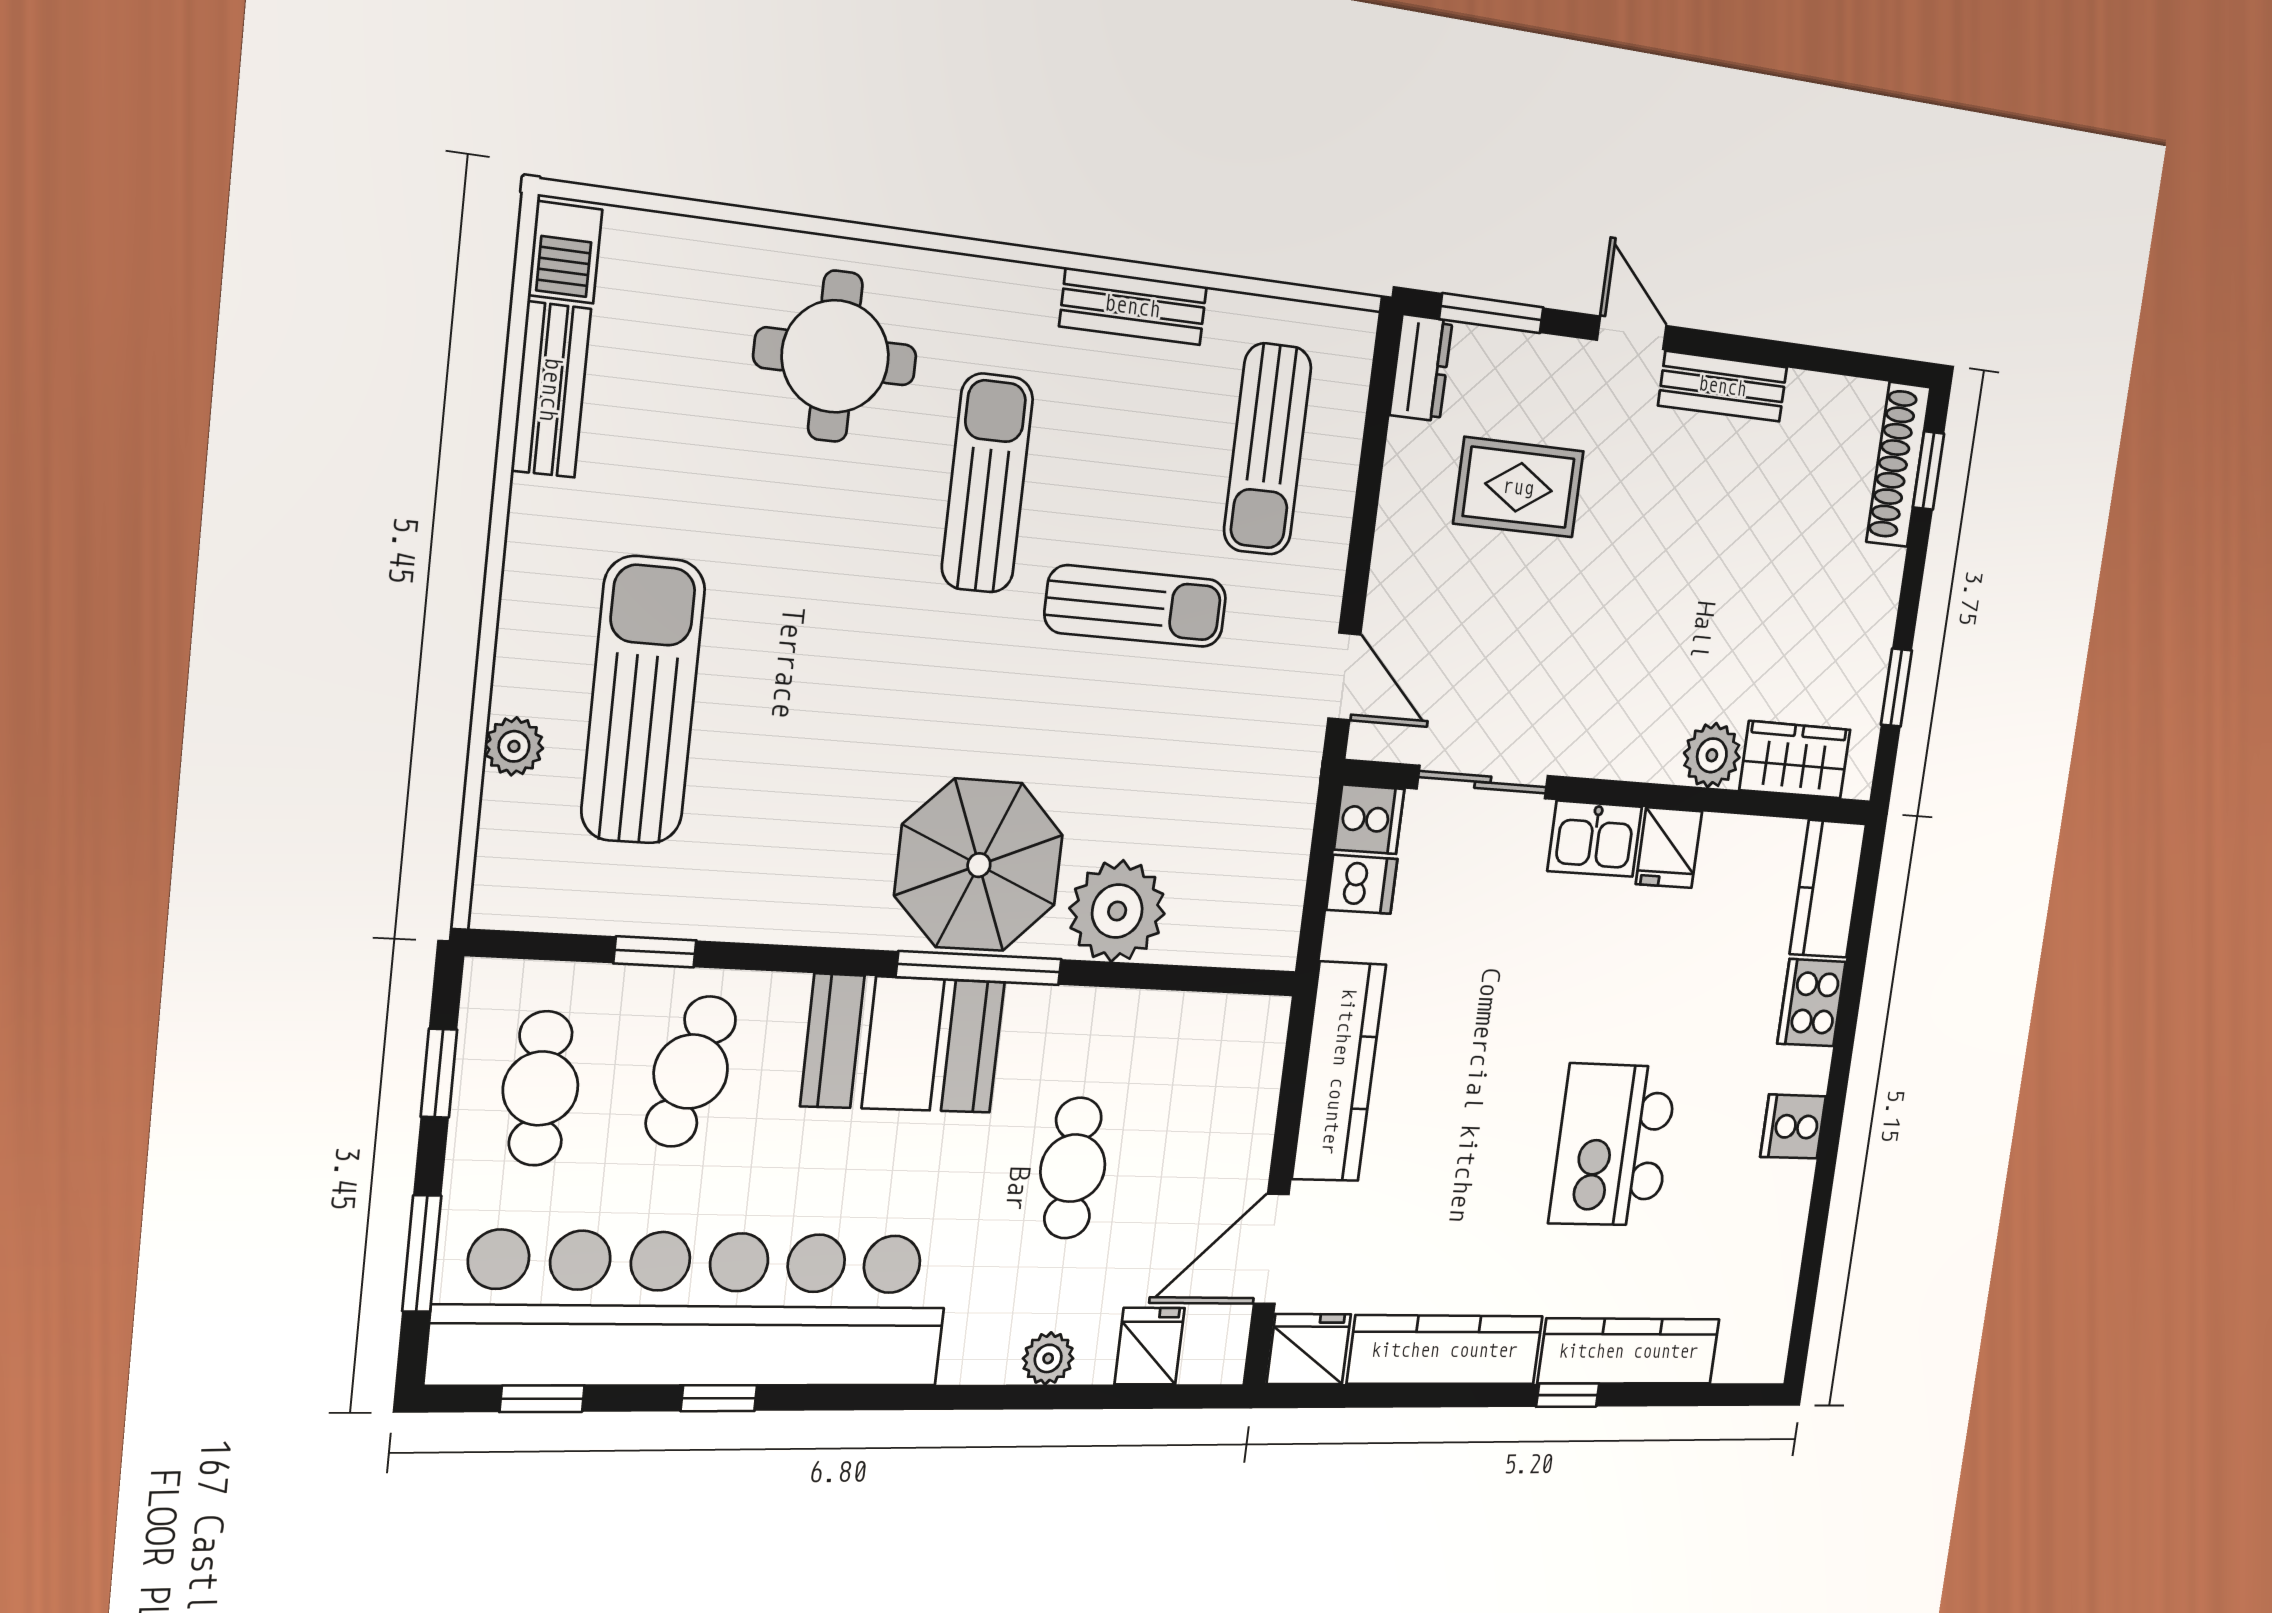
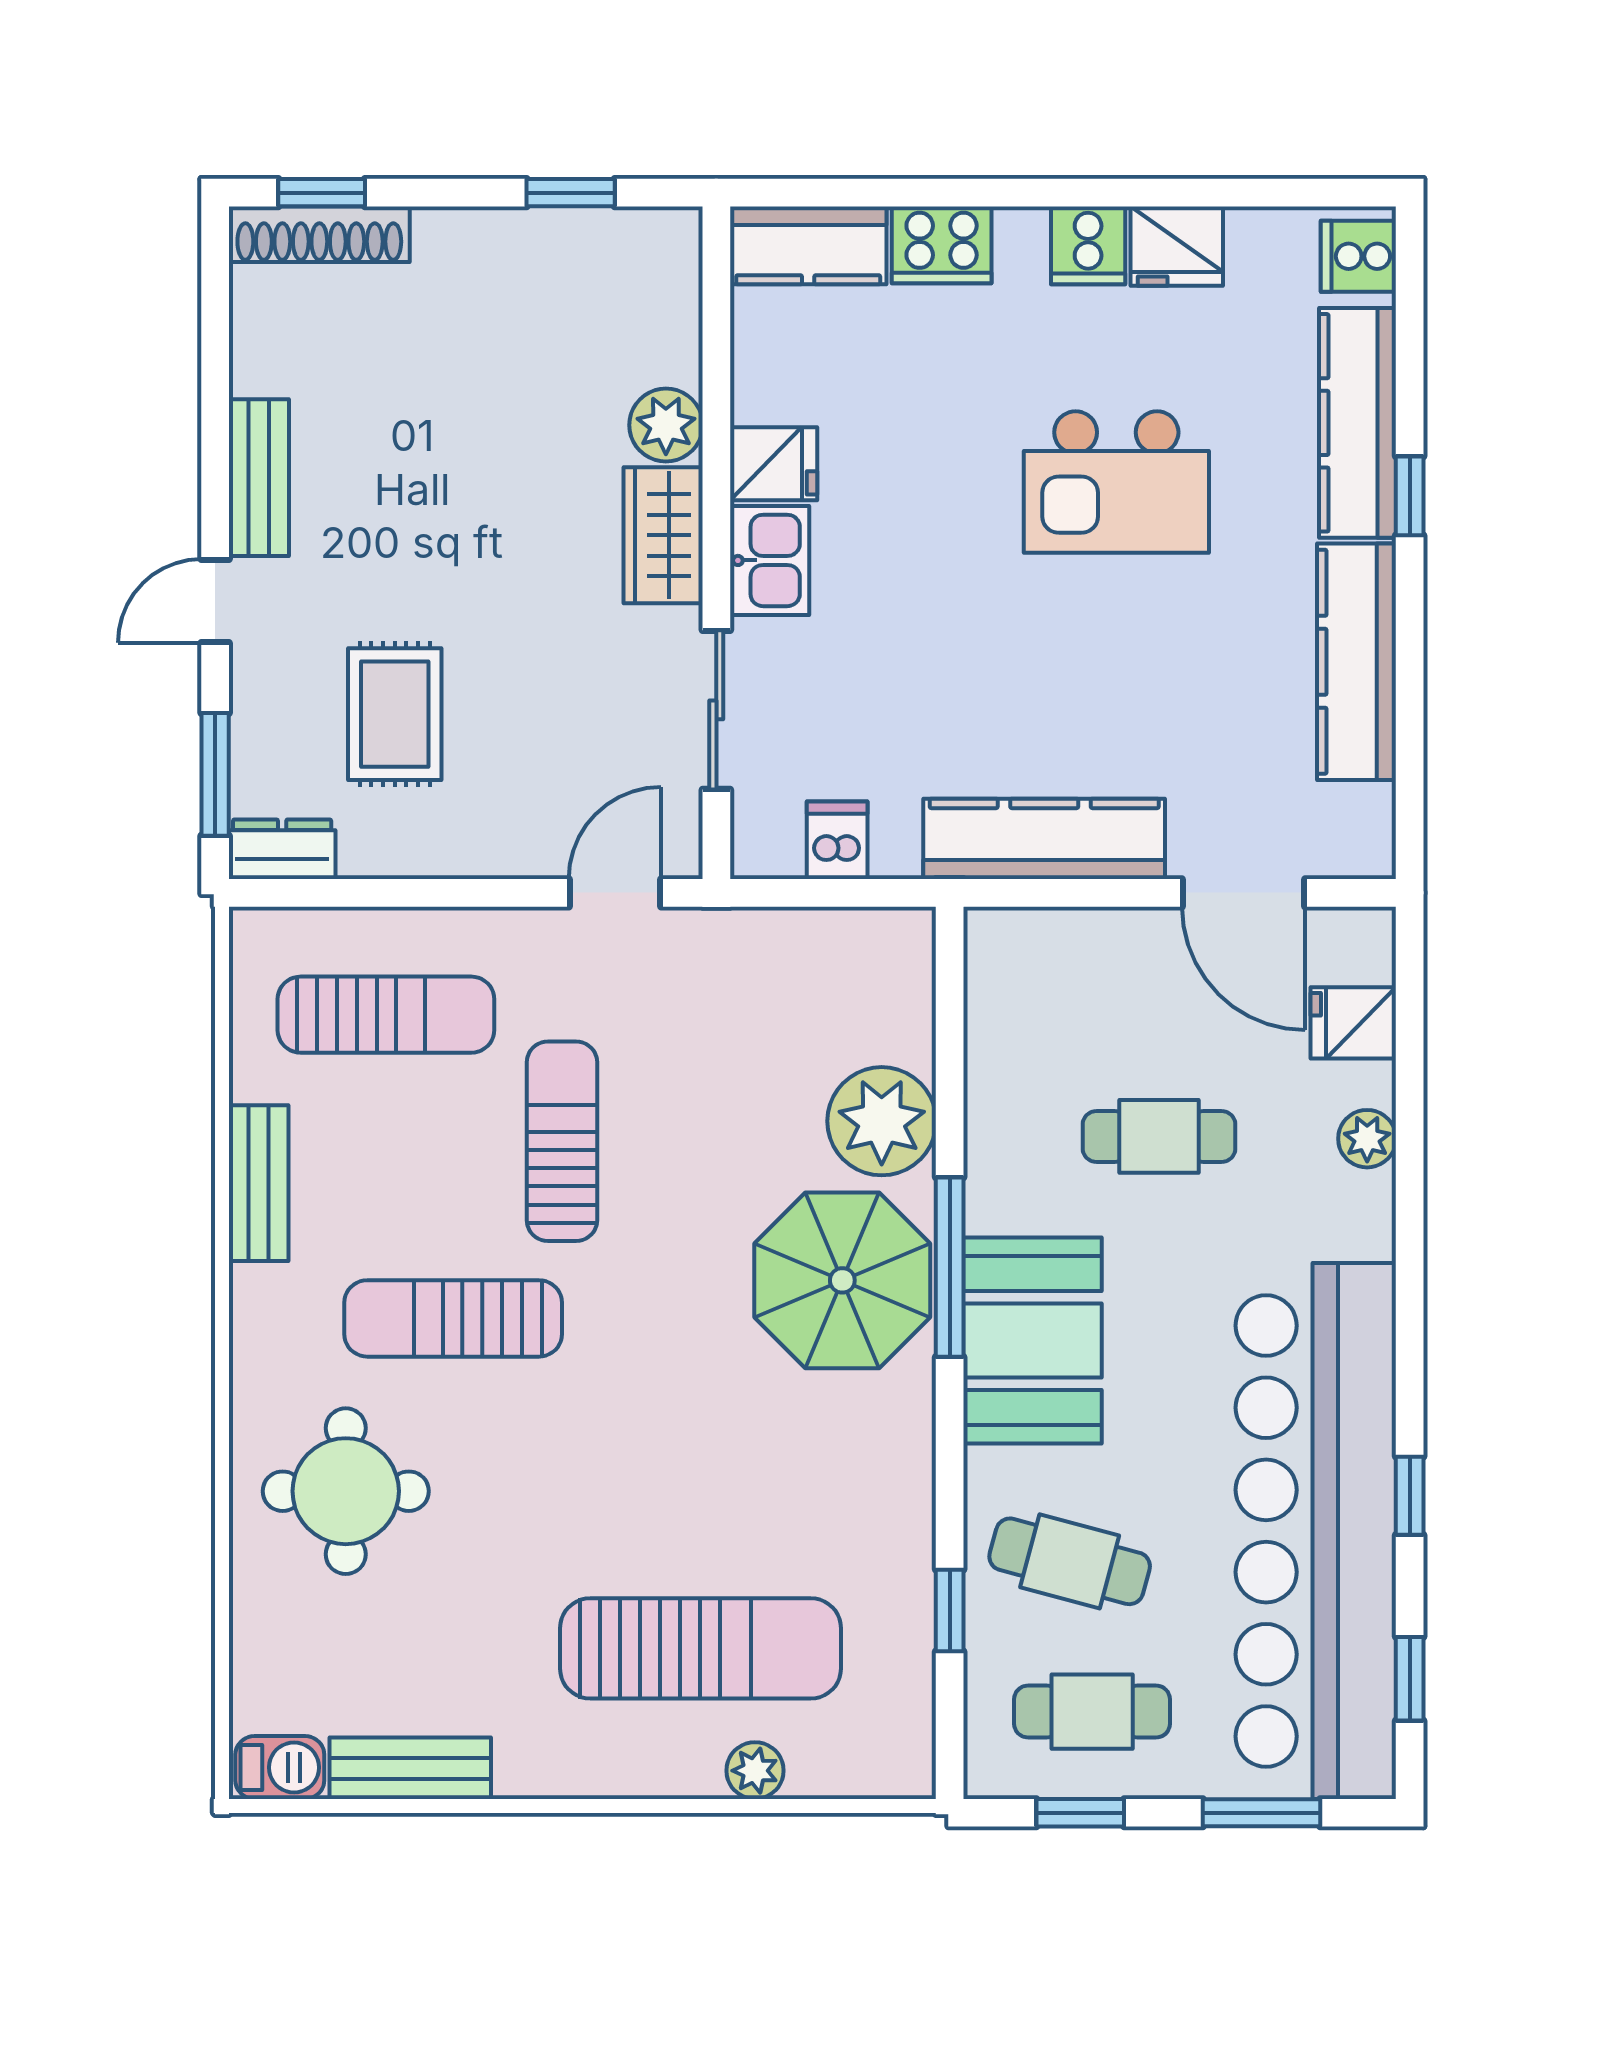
sun lounger: (643, 700) -> (701, 1648), turned 180
wardrobe: (1795, 760) -> (663, 535), moved
cooker: (1369, 819) -> (1358, 256), moved, turned -90
fridge: (1309, 1349) -> (1177, 246), moved, turned -90

